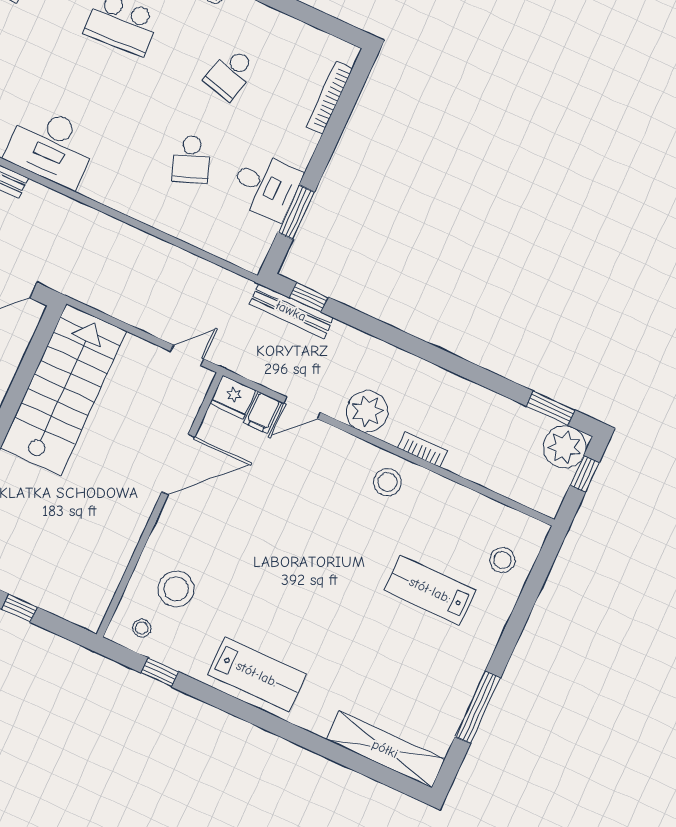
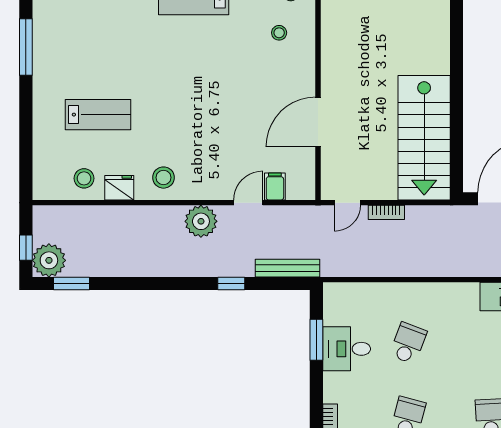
school desk: (191, 159) -> (408, 343), turned 42
window: (309, 297) -> (231, 283), moved
fridge: (233, 397) -> (119, 188), moved
bookcase: (423, 449) -> (386, 212), moved
stool: (502, 560) -> (84, 178), moved
stool: (176, 589) -> (279, 33), width x0.53, depth x0.53

